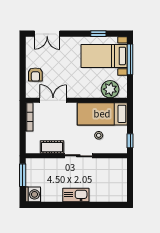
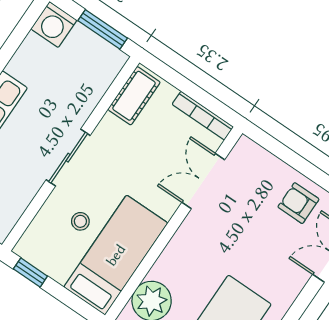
armchair: (35, 75) -> (298, 203), moved
double door: (53, 100) -> (203, 181), swing flipped
cot: (52, 147) -> (134, 96), moved

